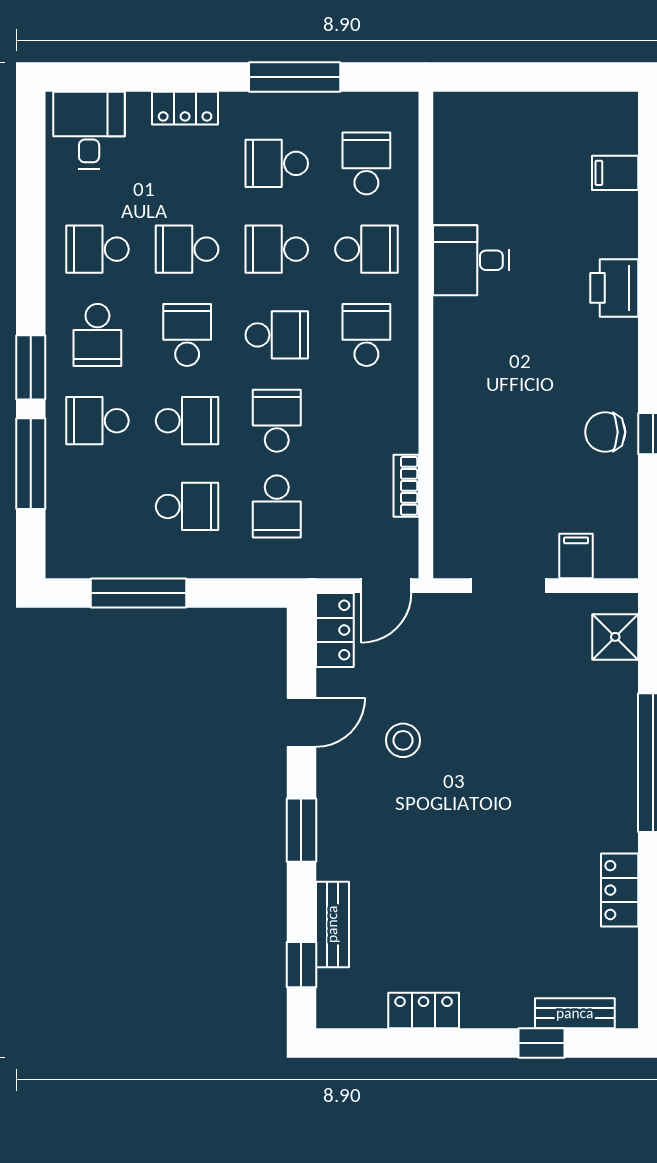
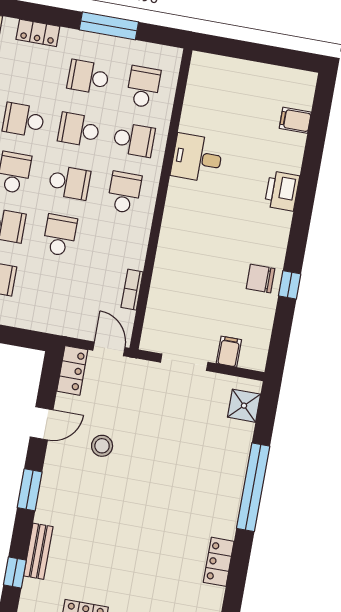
school desk: (277, 506) -> (50, 288), removed
door: (386, 586) -> (109, 349), swing flipped

